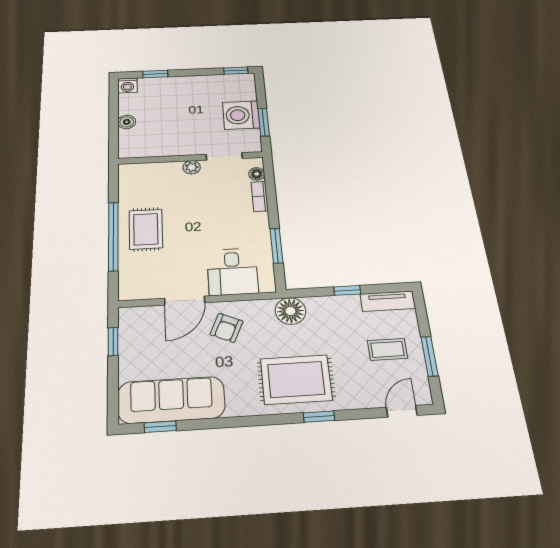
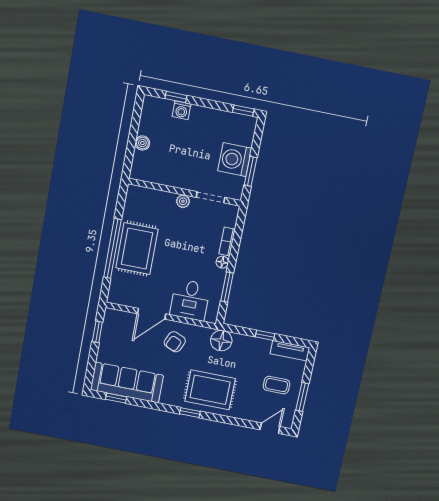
washing machine: (127, 85) -> (182, 110), moved
floor lamp: (257, 174) -> (222, 262), moved
rug: (146, 229) -> (137, 249), width x1.36, depth x1.43
window: (319, 417) -> (190, 413), moved

